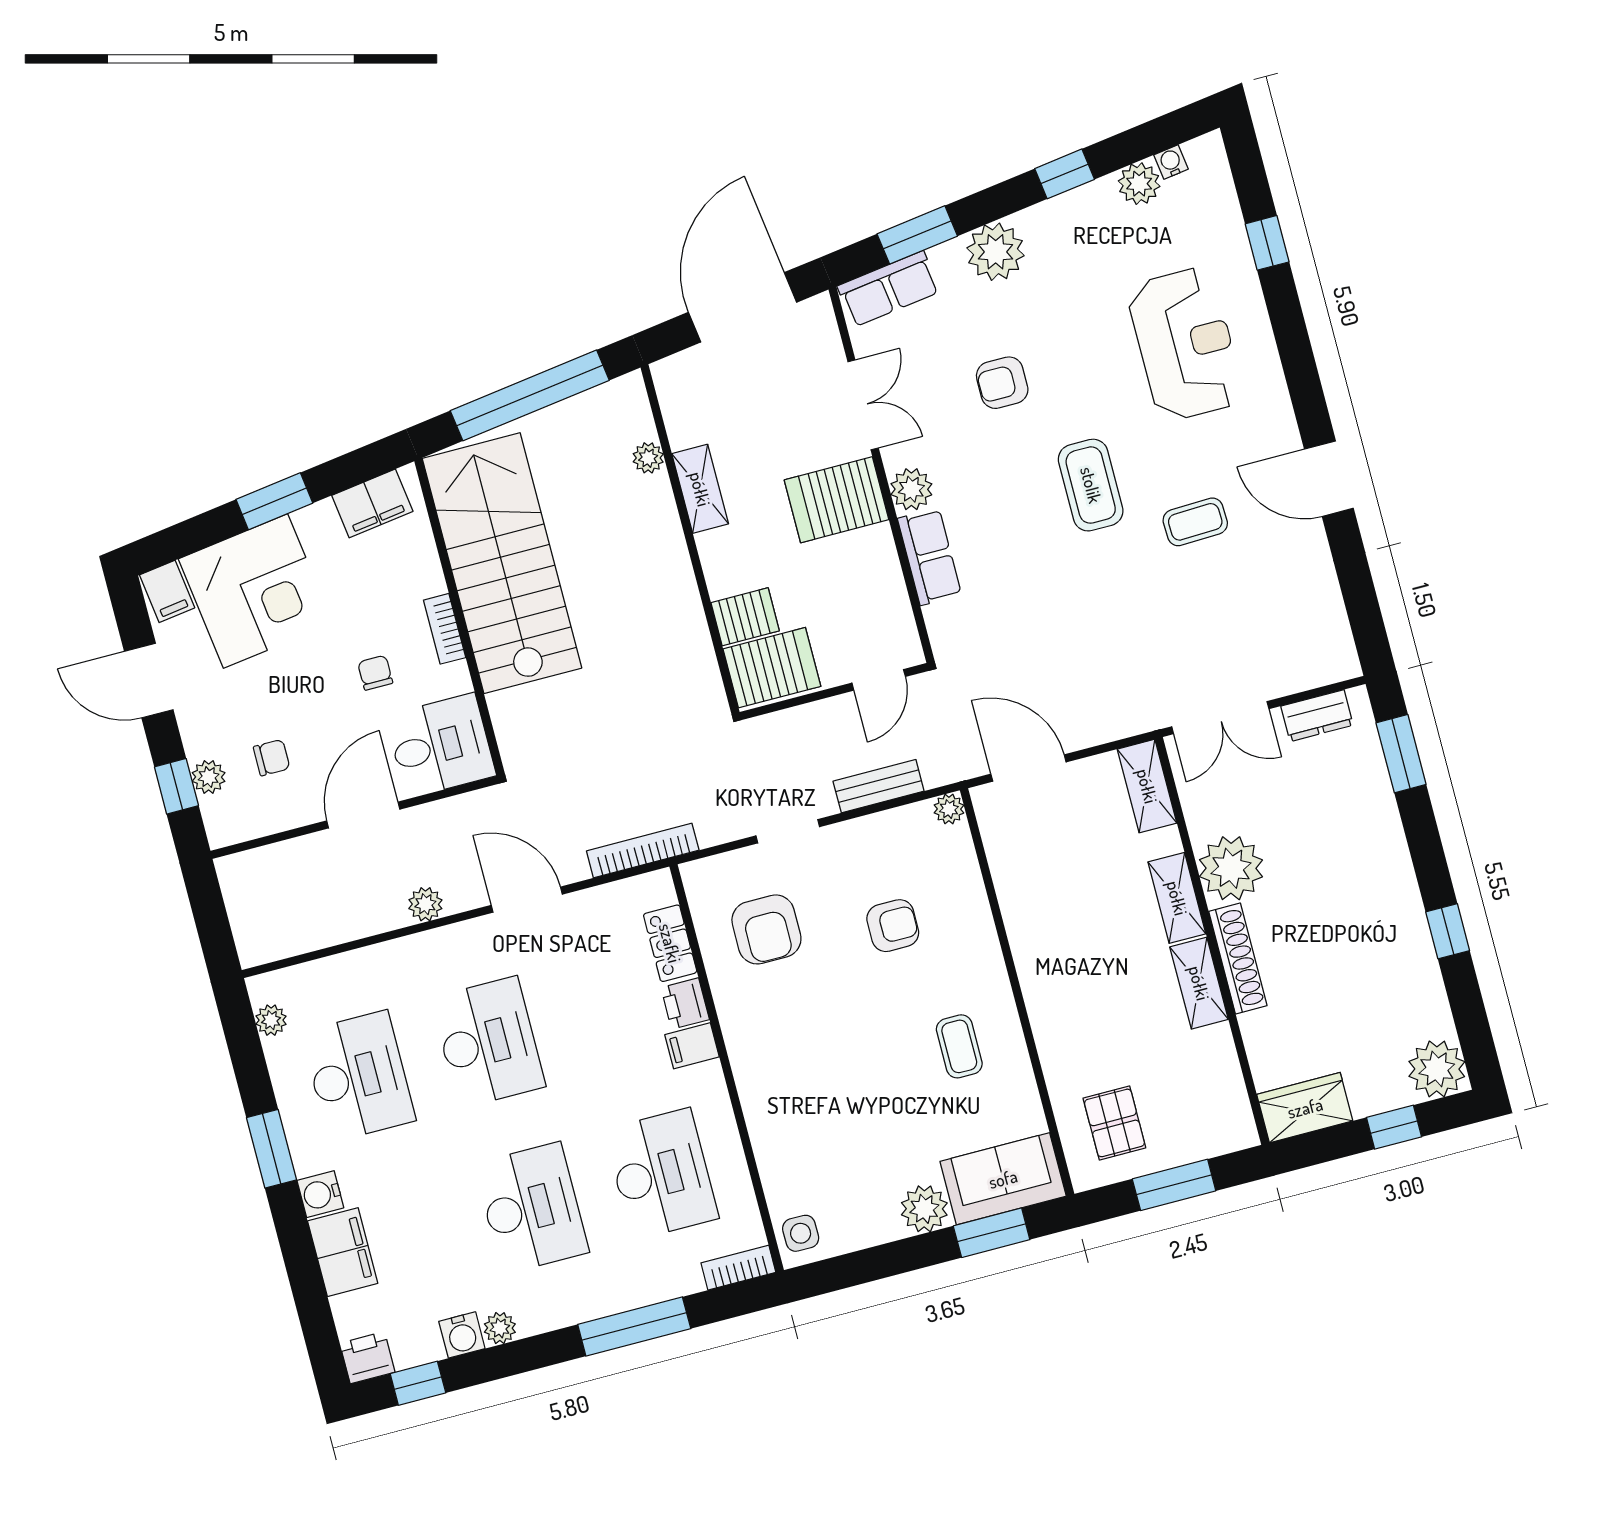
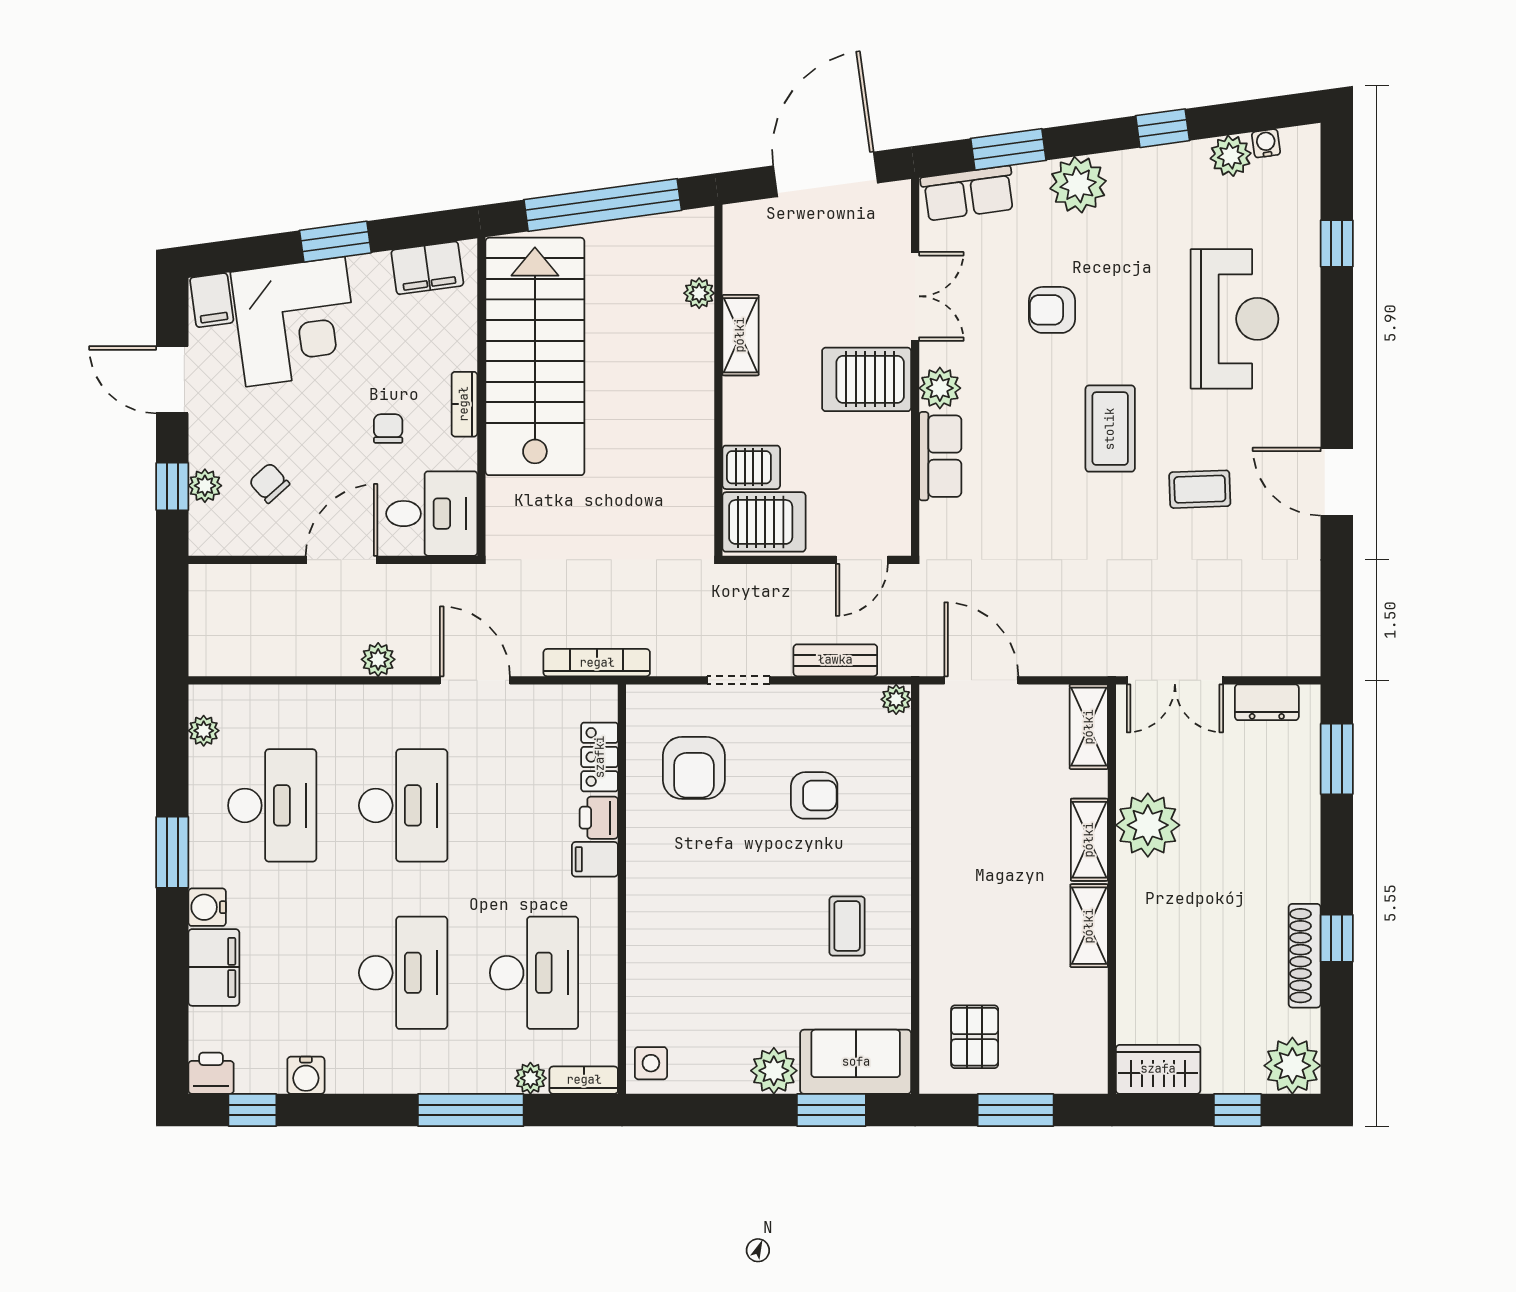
chair: (272, 758) -> (269, 483), turned -132
shoe rack: (1238, 959) -> (1305, 956), moved, turned 180
plant: (500, 1328) -> (530, 1078), moved

